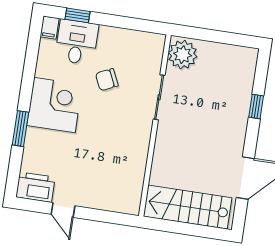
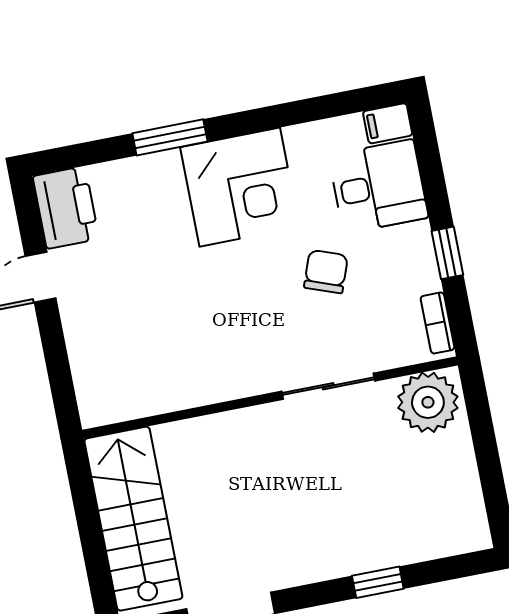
window: (77, 15) -> (447, 253), moved
bookcase: (148, 37) -> (437, 323), added
chair: (107, 80) -> (326, 272), turned 45

